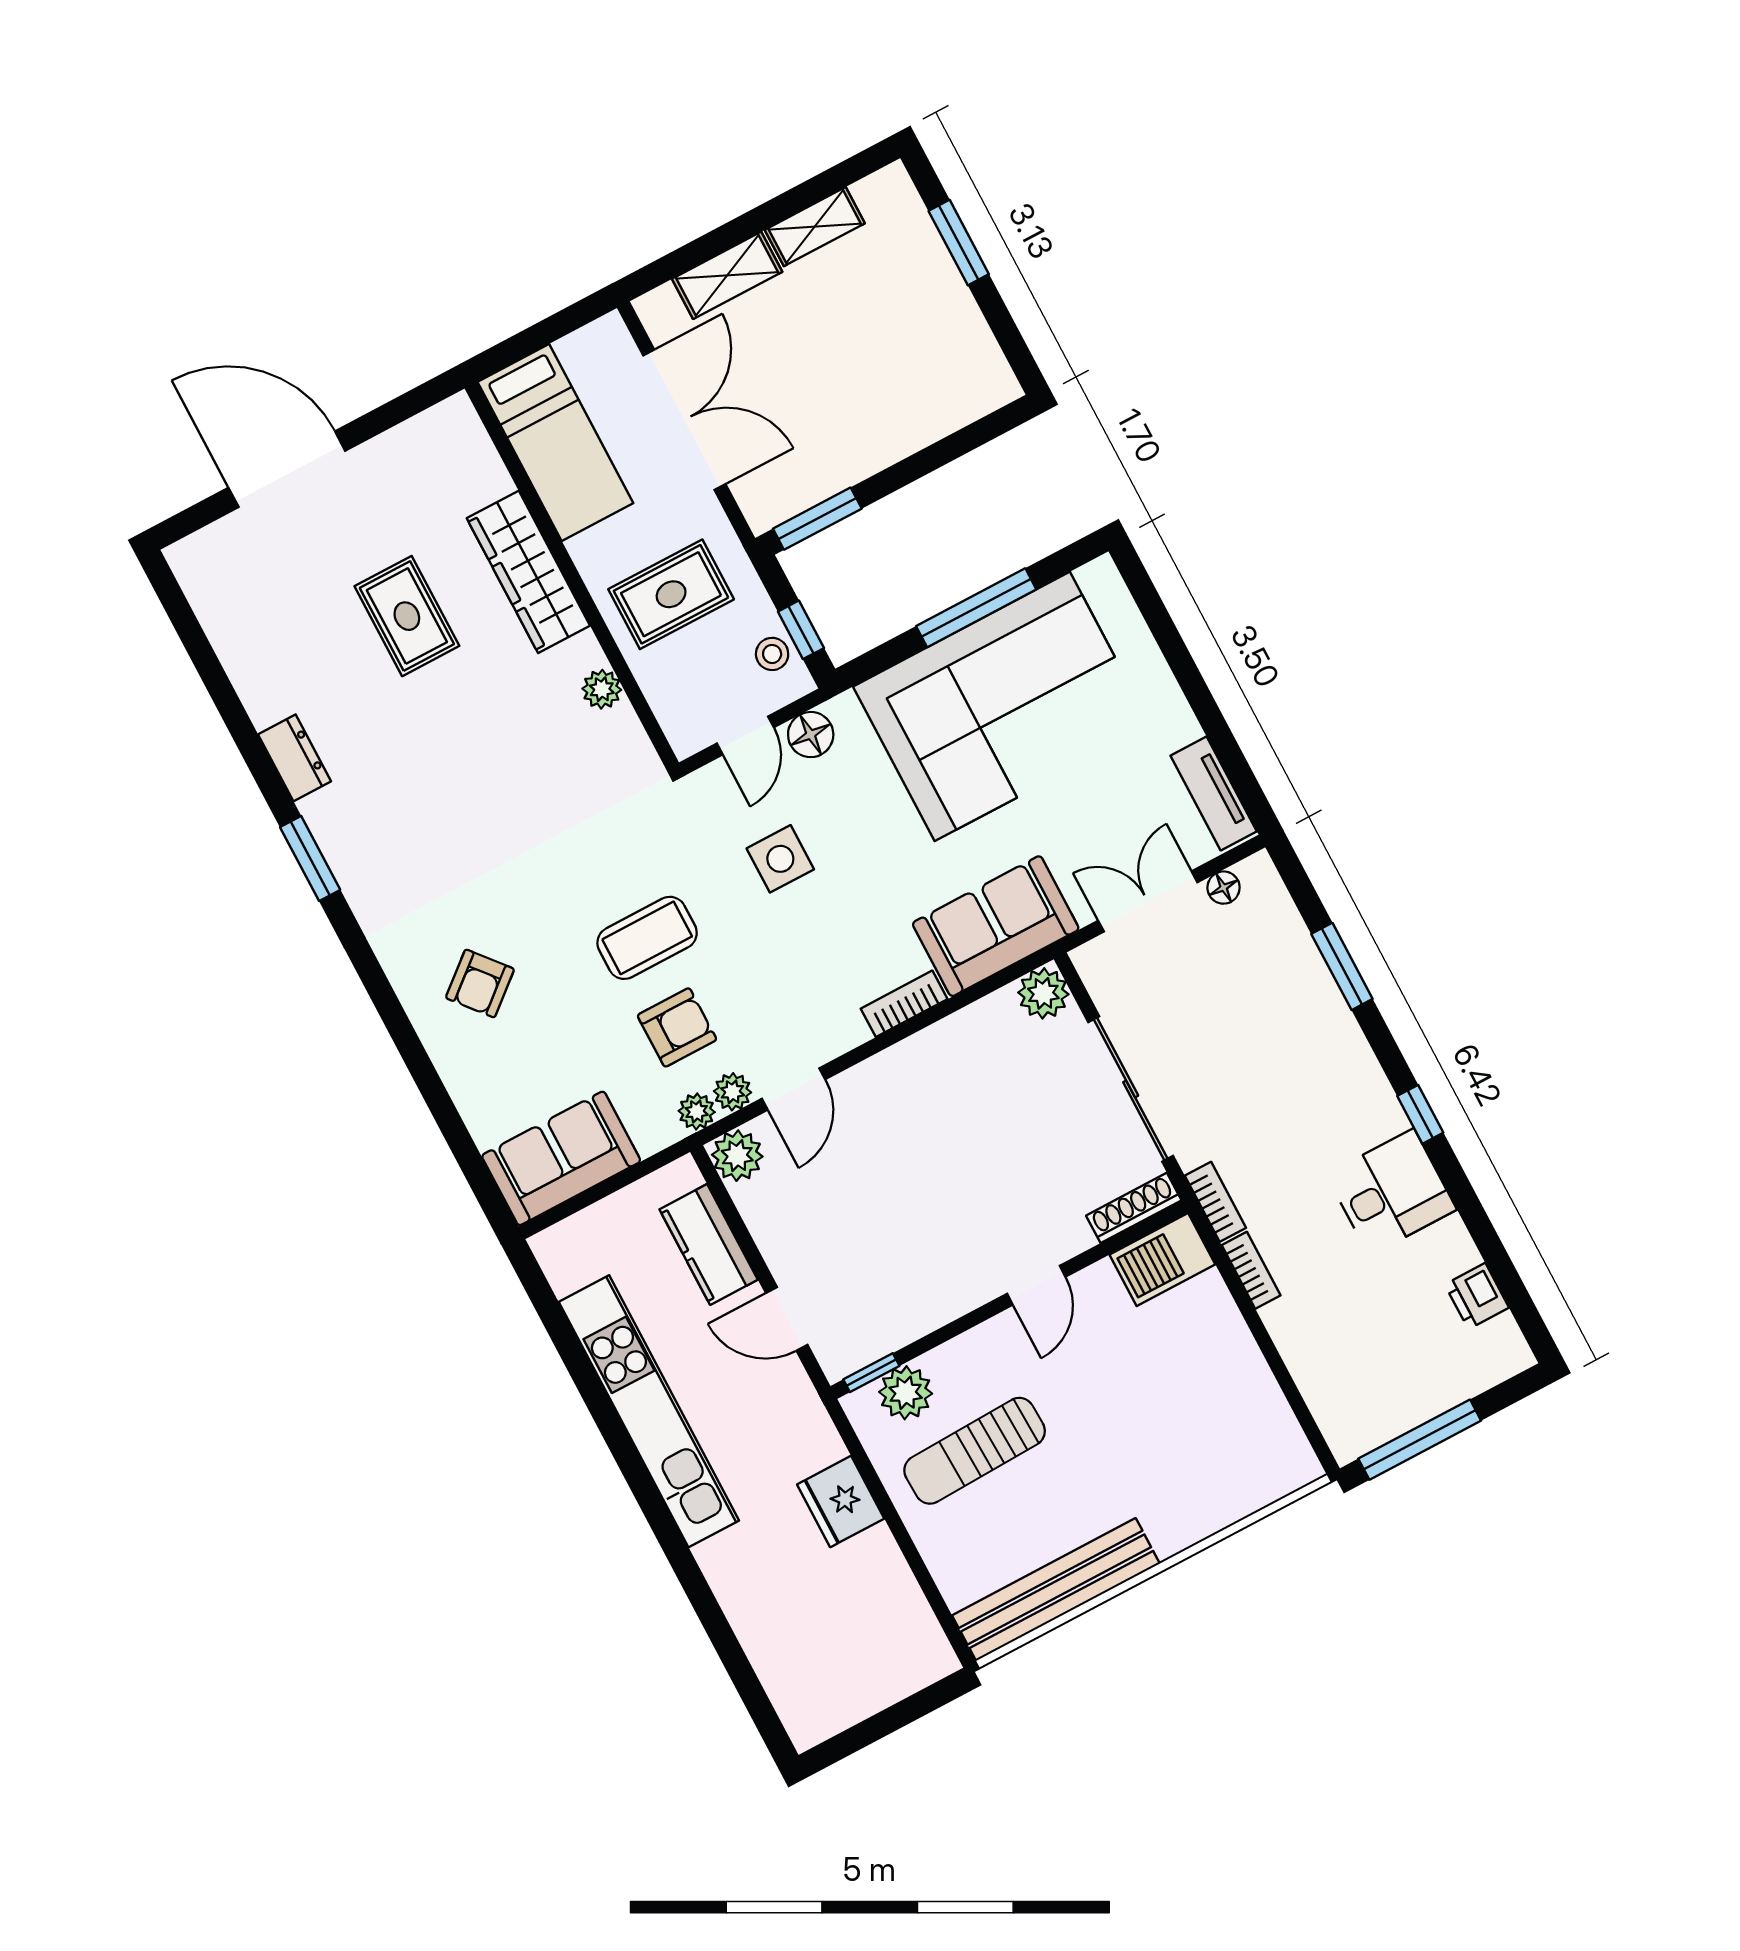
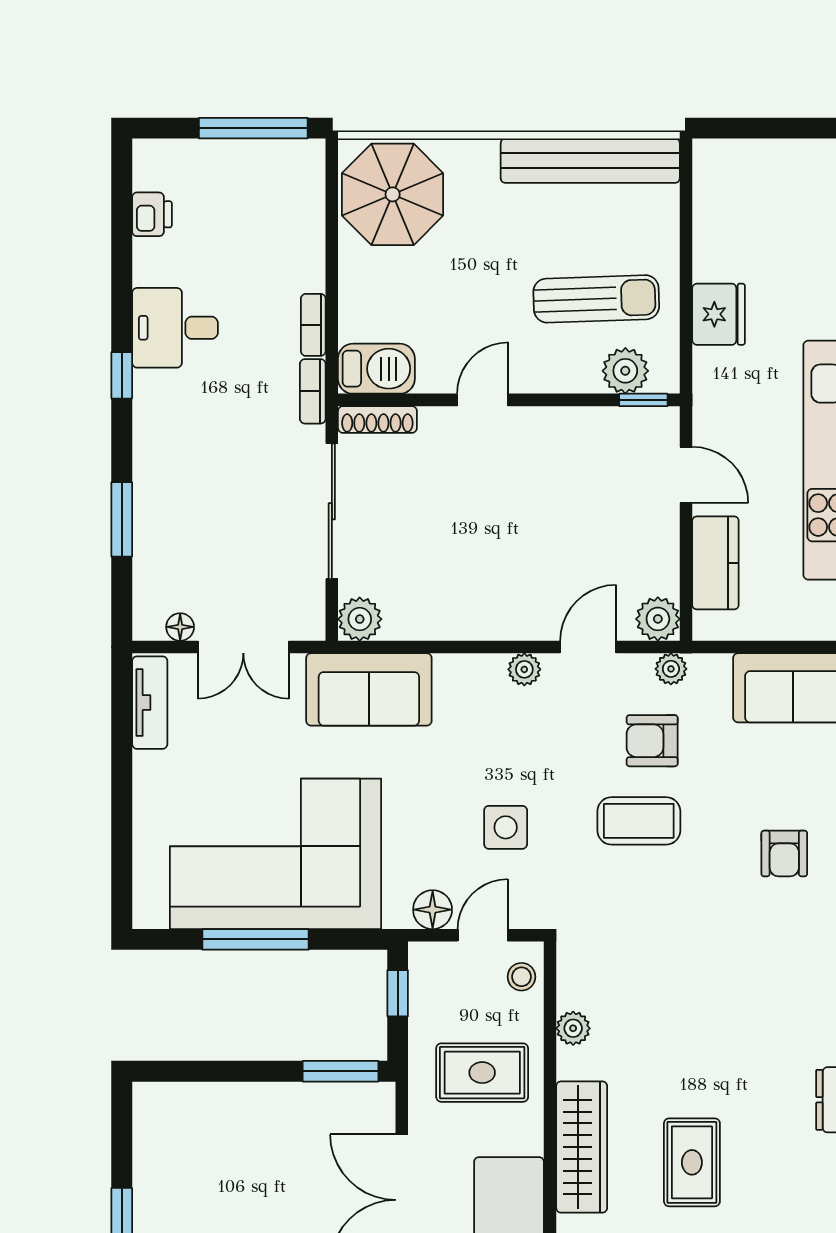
stool: (772, 654) -> (521, 977), moved
armchair: (480, 983) -> (784, 854), turned 130
bookcase: (904, 1004) -> (470, 667), removed
plant: (733, 1092) -> (524, 669), moved
parasol: (1241, 1447) -> (393, 194), added

